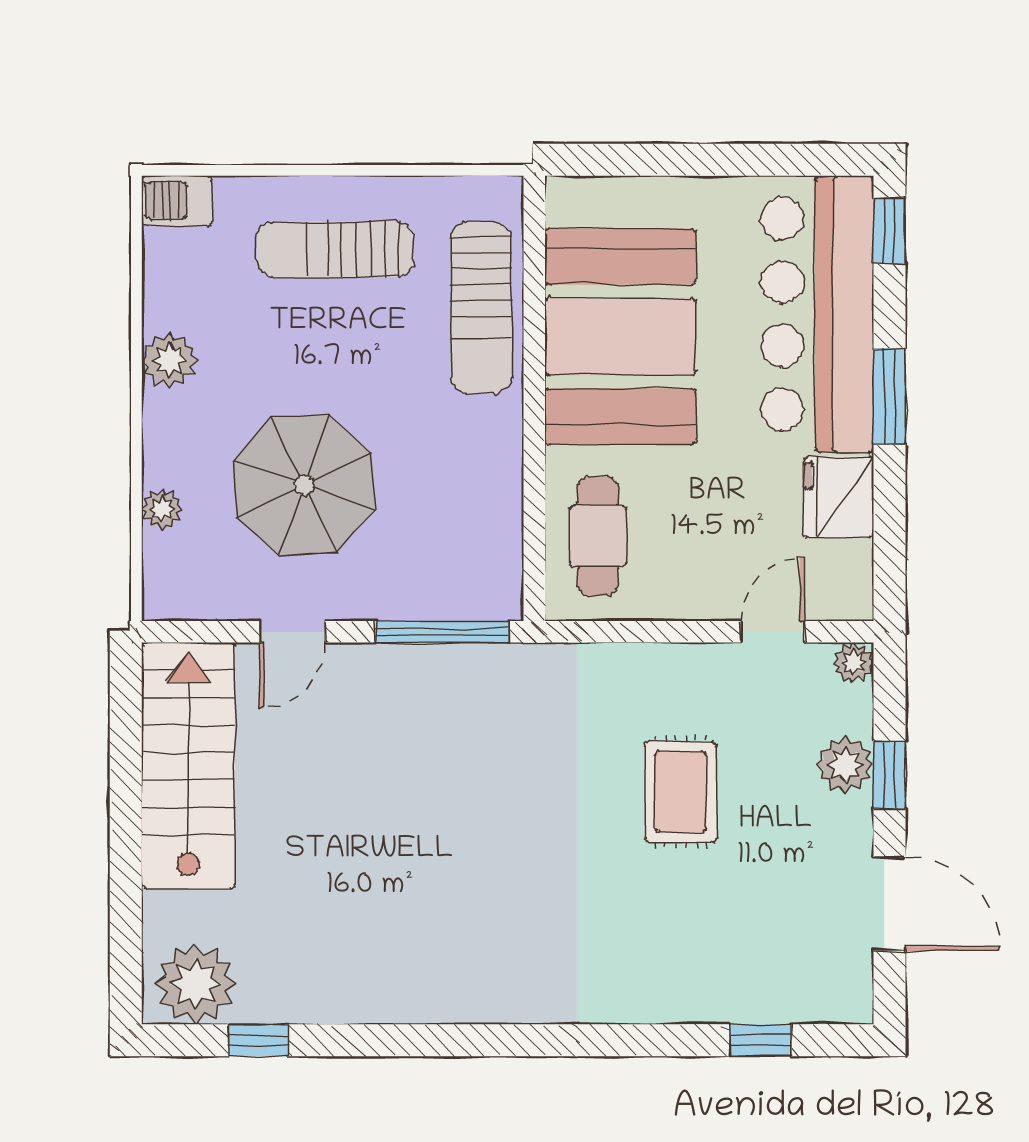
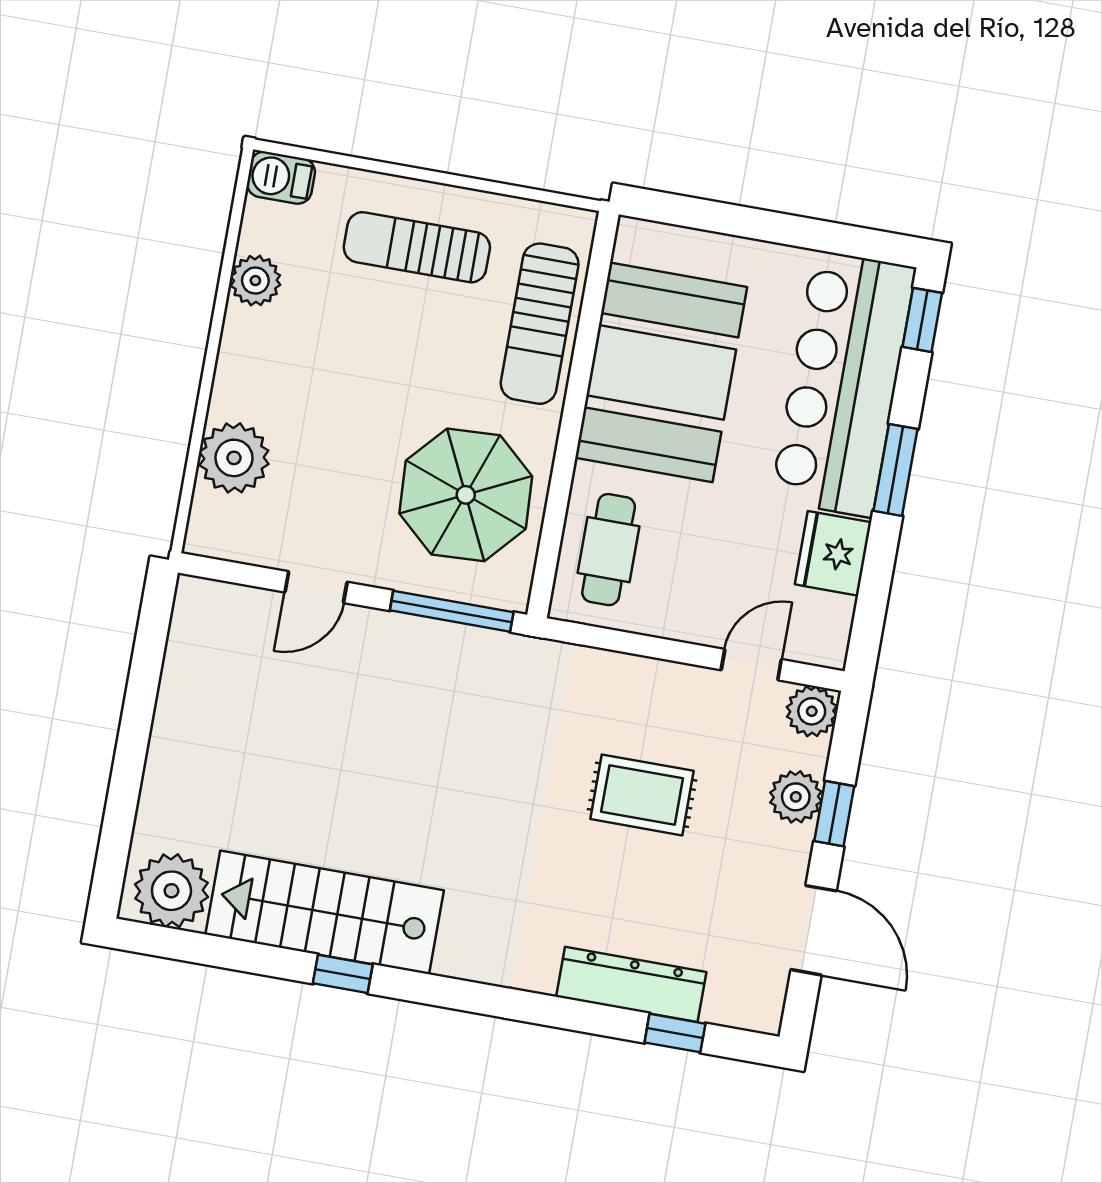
plant: (169, 360) -> (255, 281), moved
parasol: (304, 485) -> (466, 495), moved
plant: (162, 509) -> (234, 458), width x1.87, depth x1.87
plant: (853, 663) -> (812, 711), width x1.38, depth x1.38
stairs: (188, 766) -> (325, 912), moved, turned -90
rug: (681, 792) -> (642, 795), turned 90
dresser: (705, 997) -> (631, 984), added
window: (258, 1040) -> (343, 974), moved

